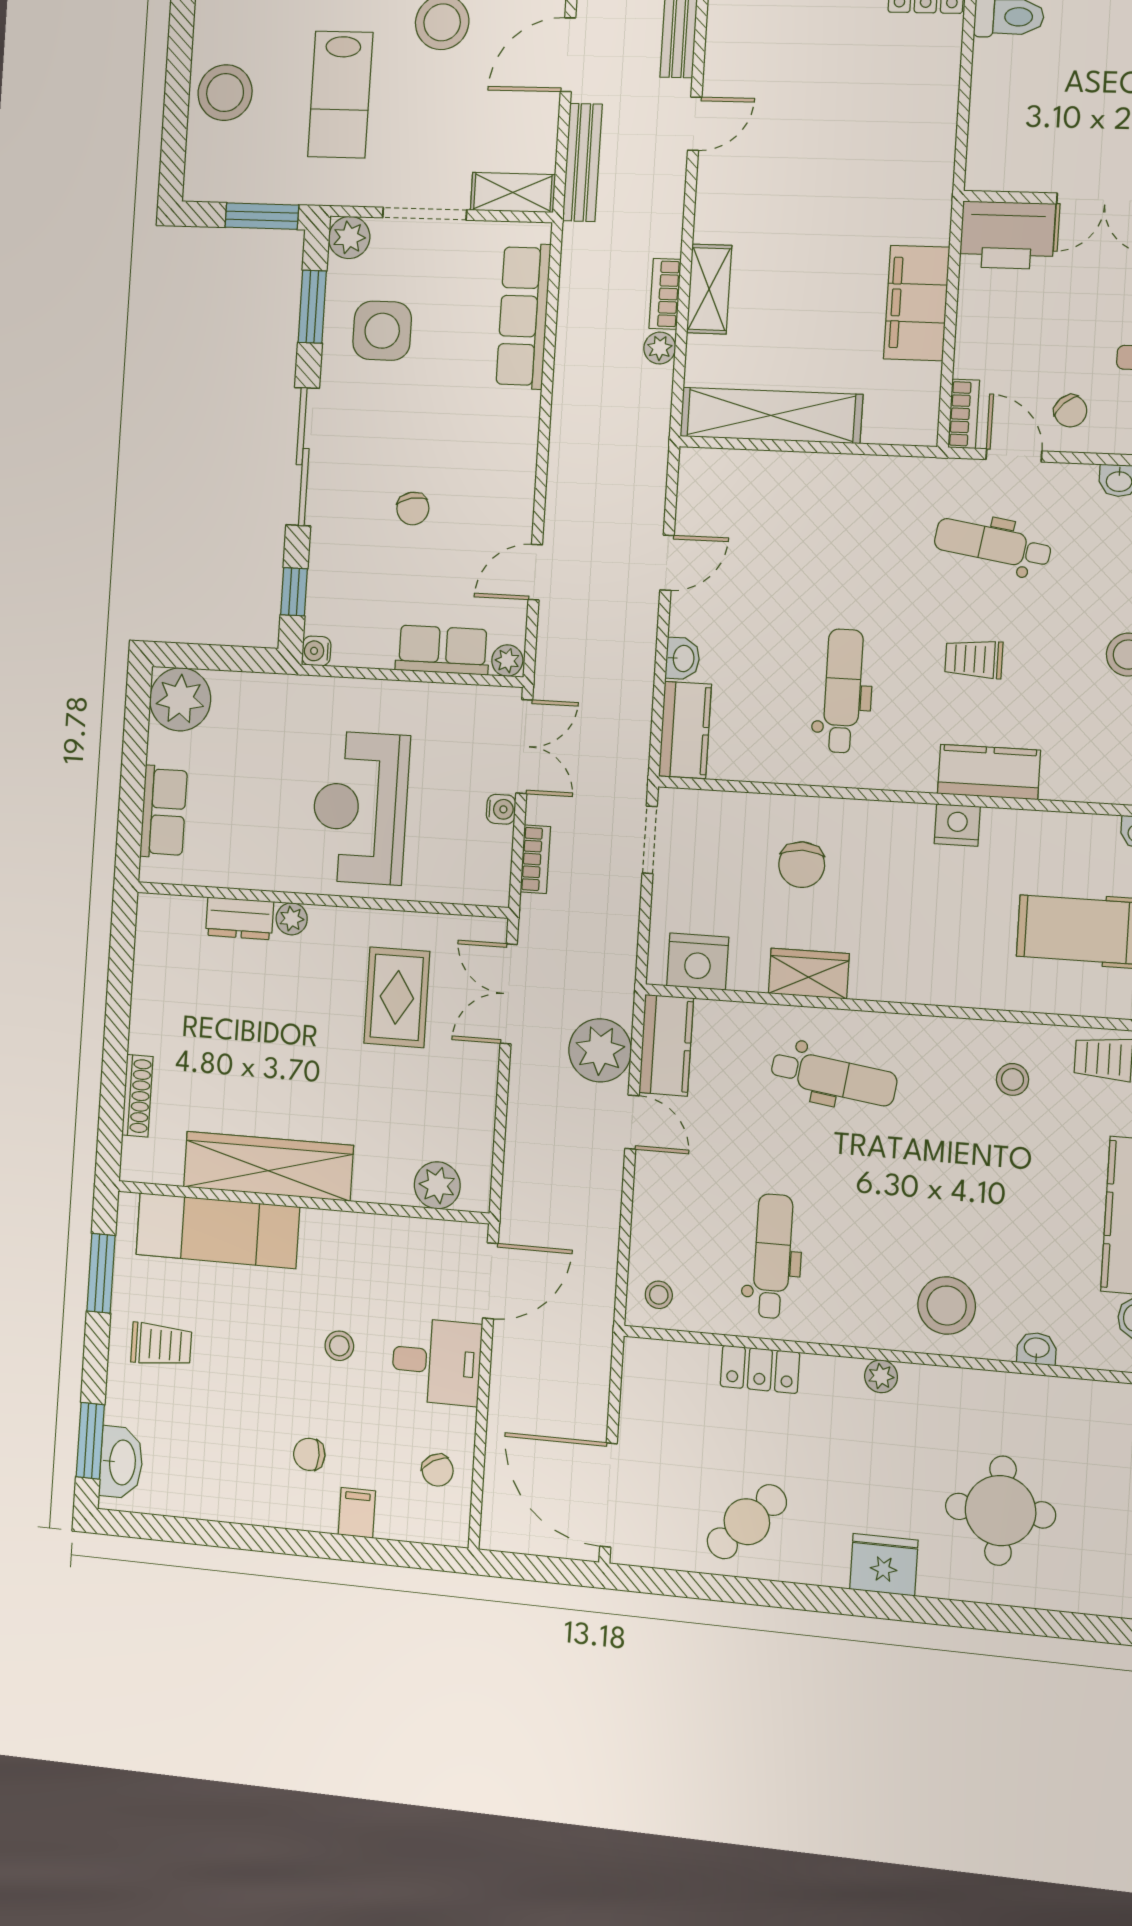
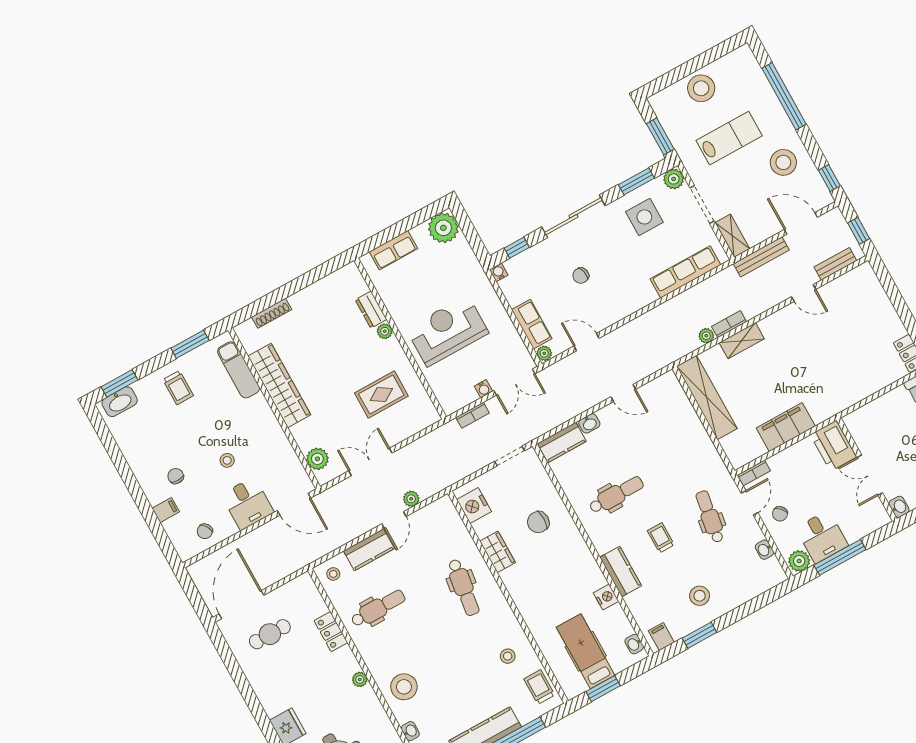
lab bench: (340, 95) -> (729, 138), turned 180
nightstand: (957, 825) -> (606, 597), moved
double door: (509, 994) -> (370, 462), moved
kitchen counter: (666, 1045) -> (369, 550), moved
plant: (600, 1050) -> (411, 499), width x0.53, depth x0.53
exam couch: (218, 1231) -> (239, 370), width x0.73, depth x0.69
cafe table: (747, 1522) -> (270, 634), moved, turned -44

